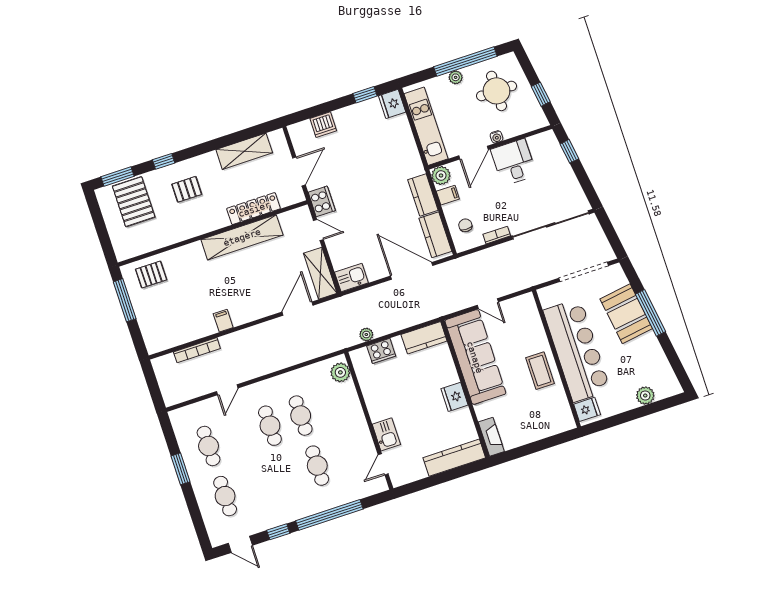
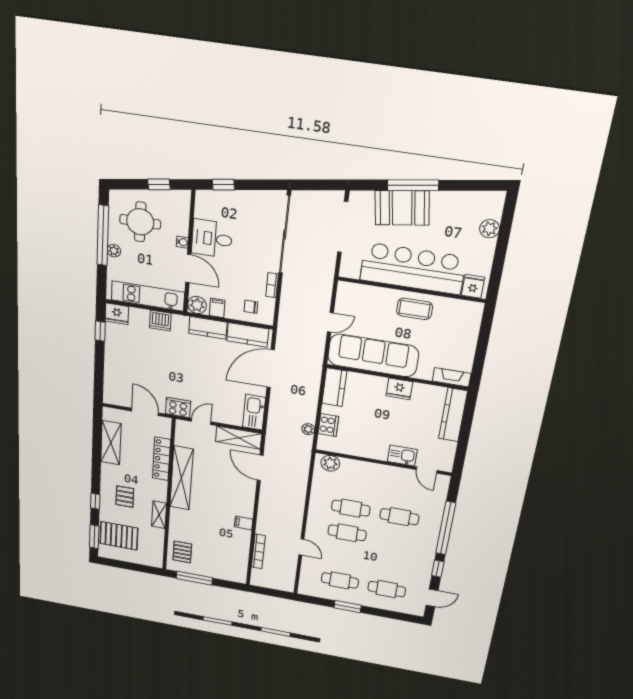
dishwasher: (323, 125) -> (160, 321), moved, turned 90
shelving: (184, 233) -> (159, 515), added
kitchen sink: (351, 278) -> (254, 412), width x1.38

